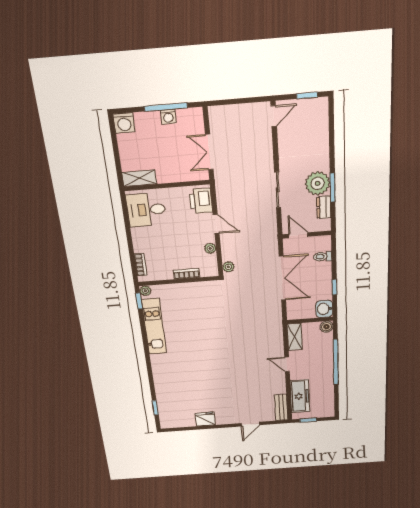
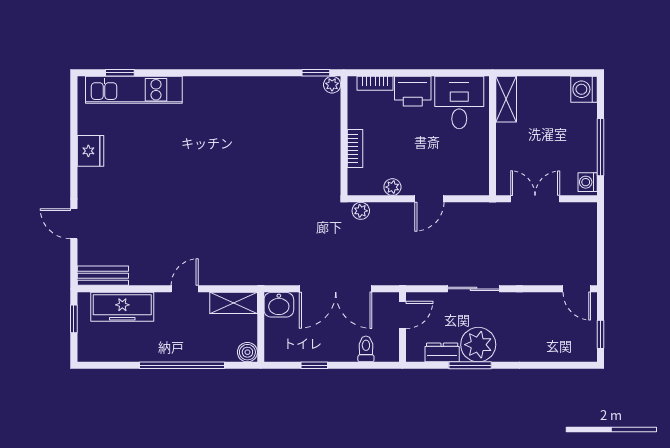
washing machine: (168, 117) -> (588, 182), moved
printer: (201, 201) -> (413, 91), moved, turned 180
washbasin: (324, 309) -> (279, 305), moved, turned 180
kitchen unit: (154, 327) -> (134, 90), moved

